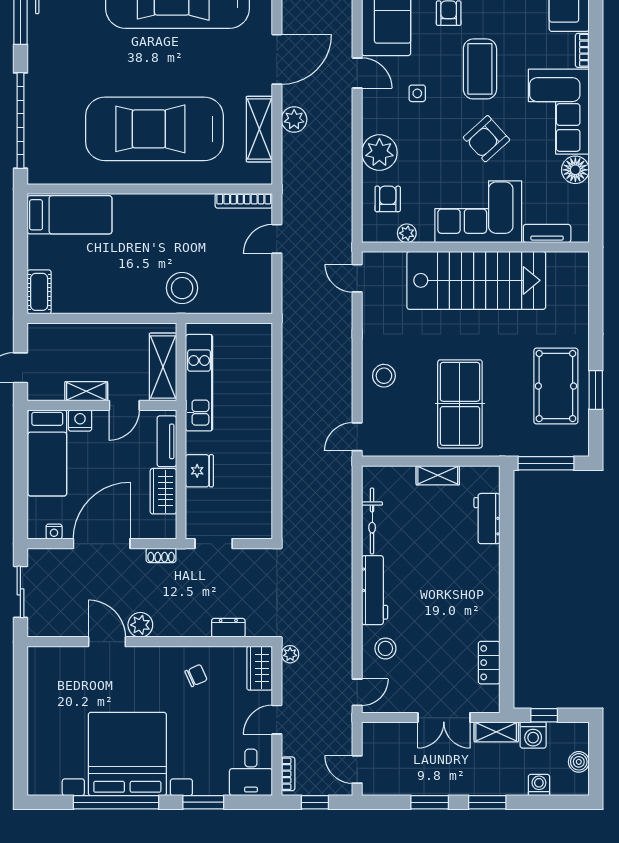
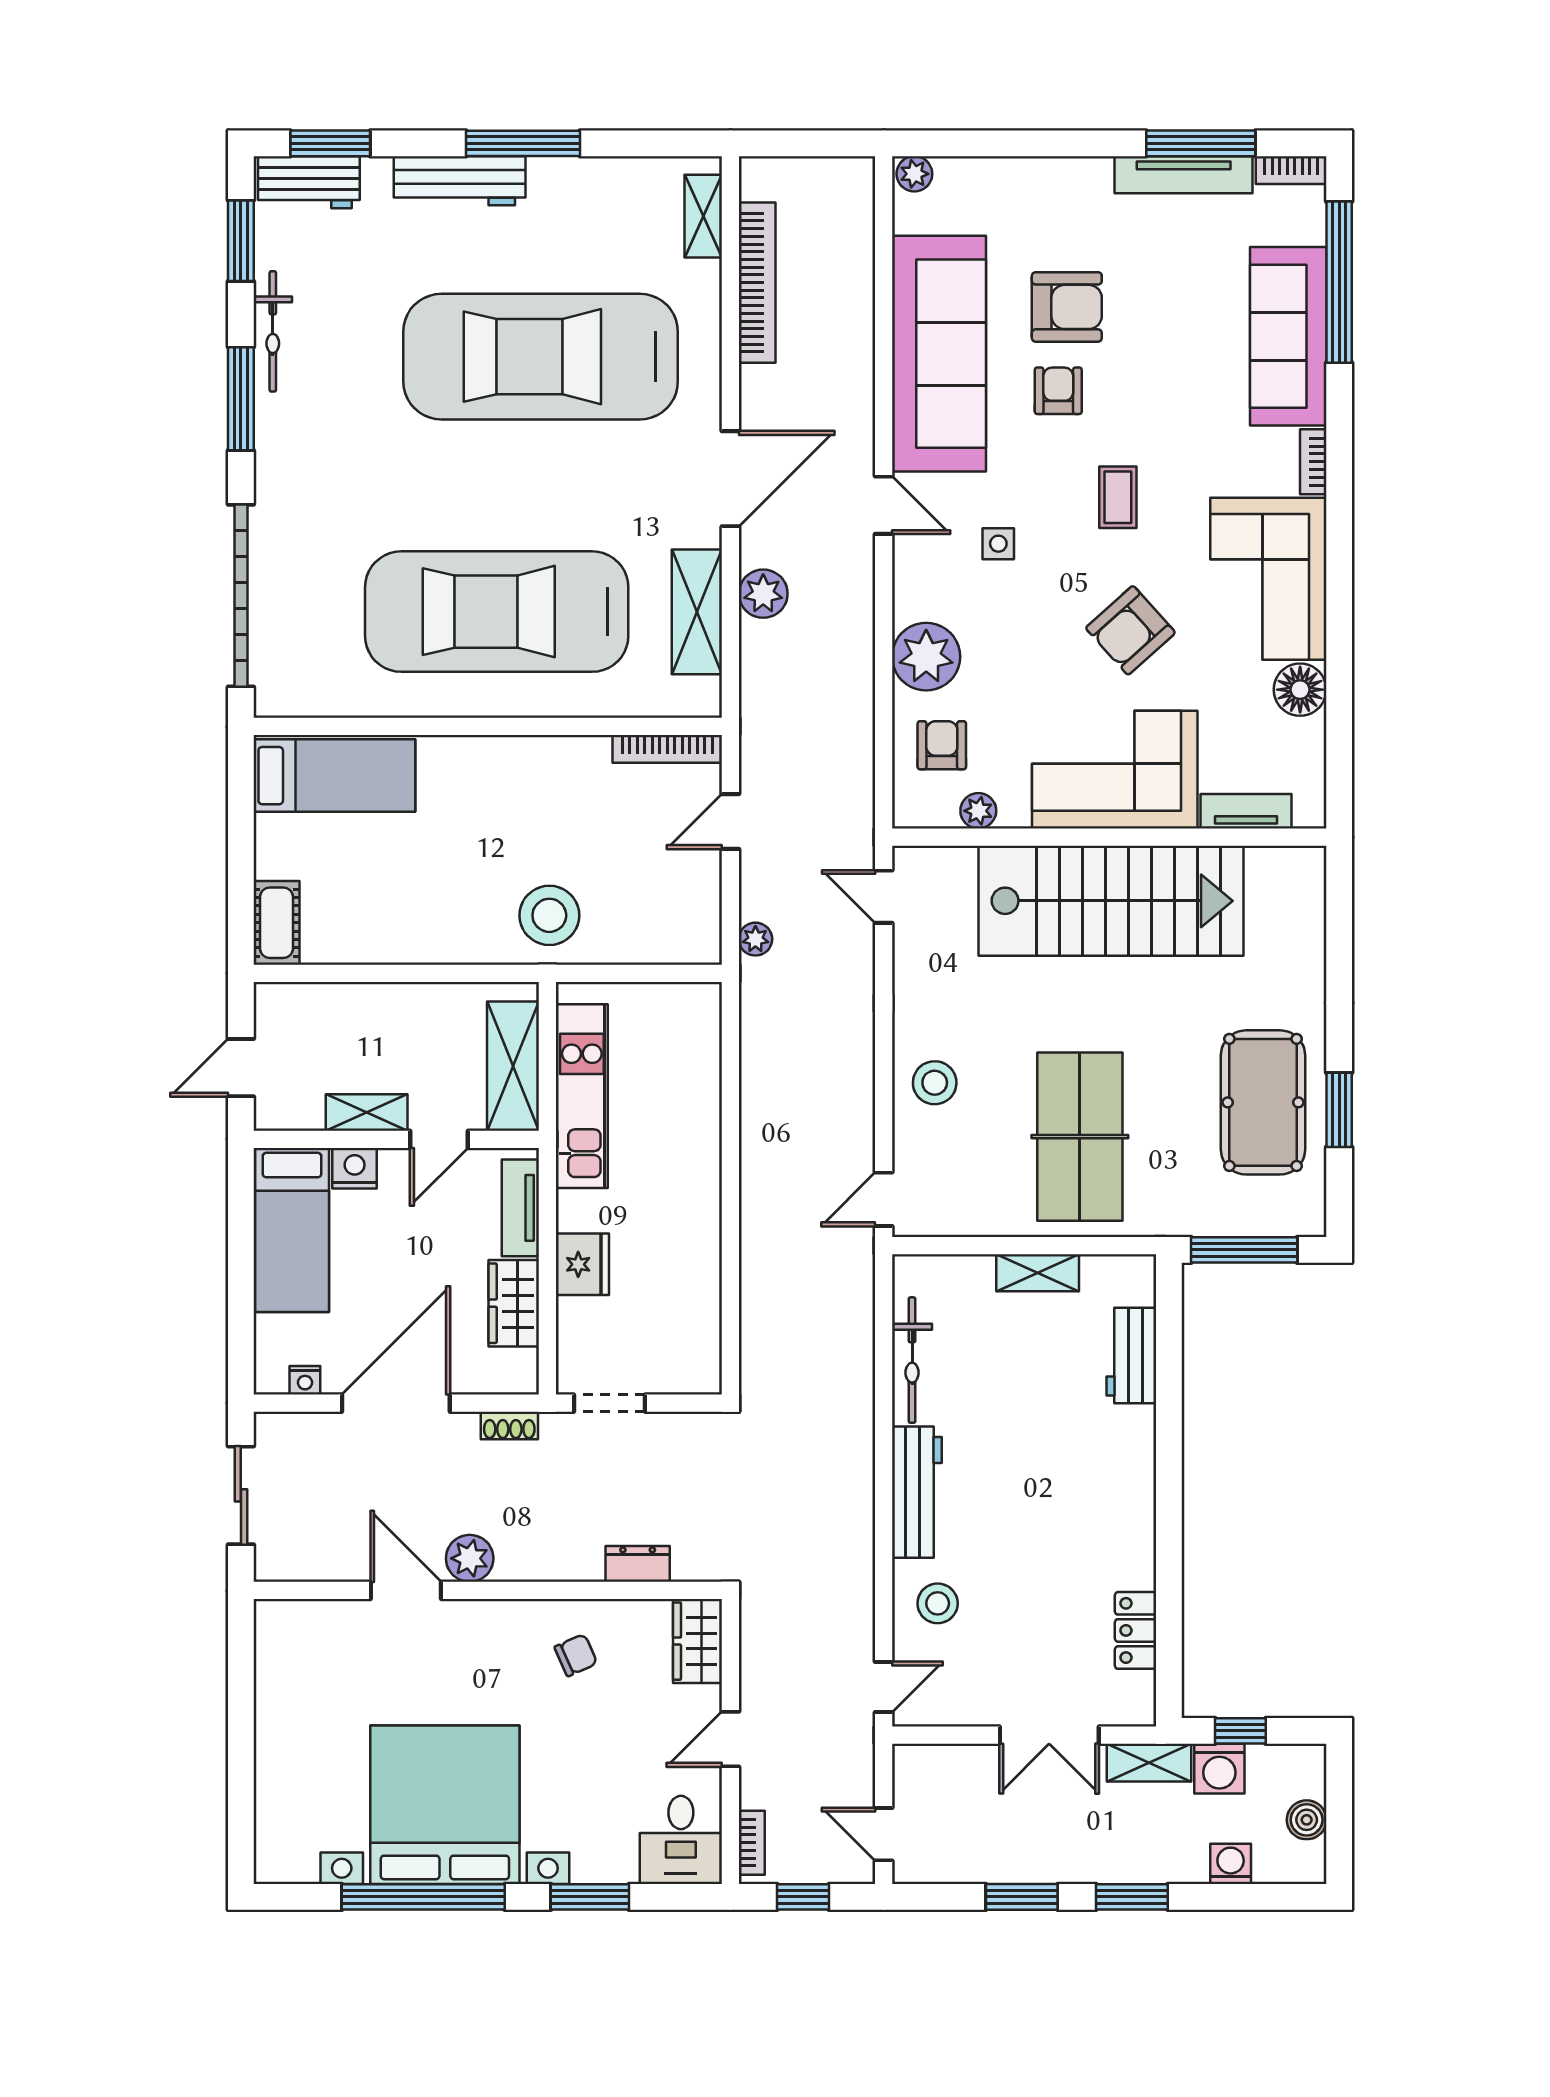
coffee table: (480, 69) -> (1118, 497), width x0.54, depth x0.58
plant: (290, 654) -> (755, 939), moved

